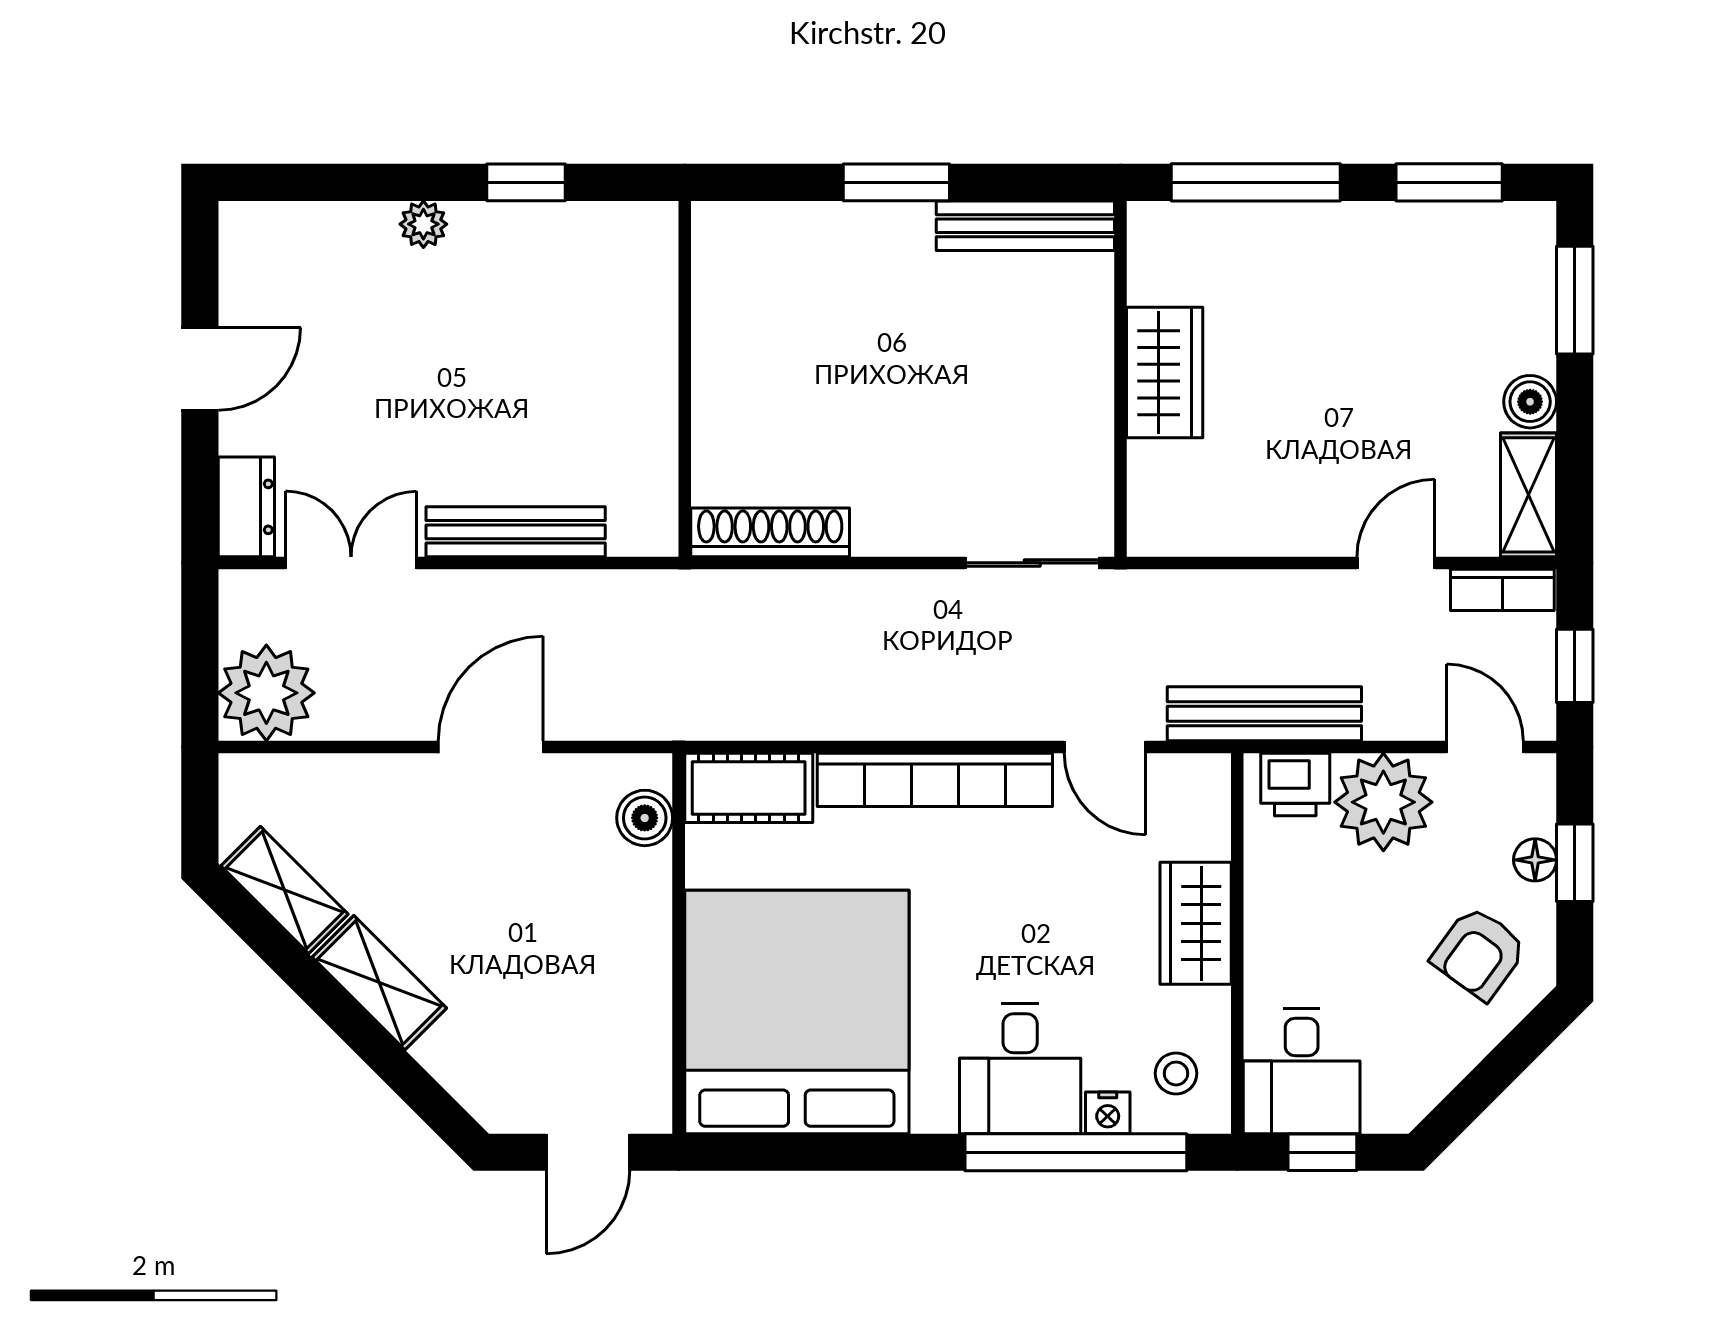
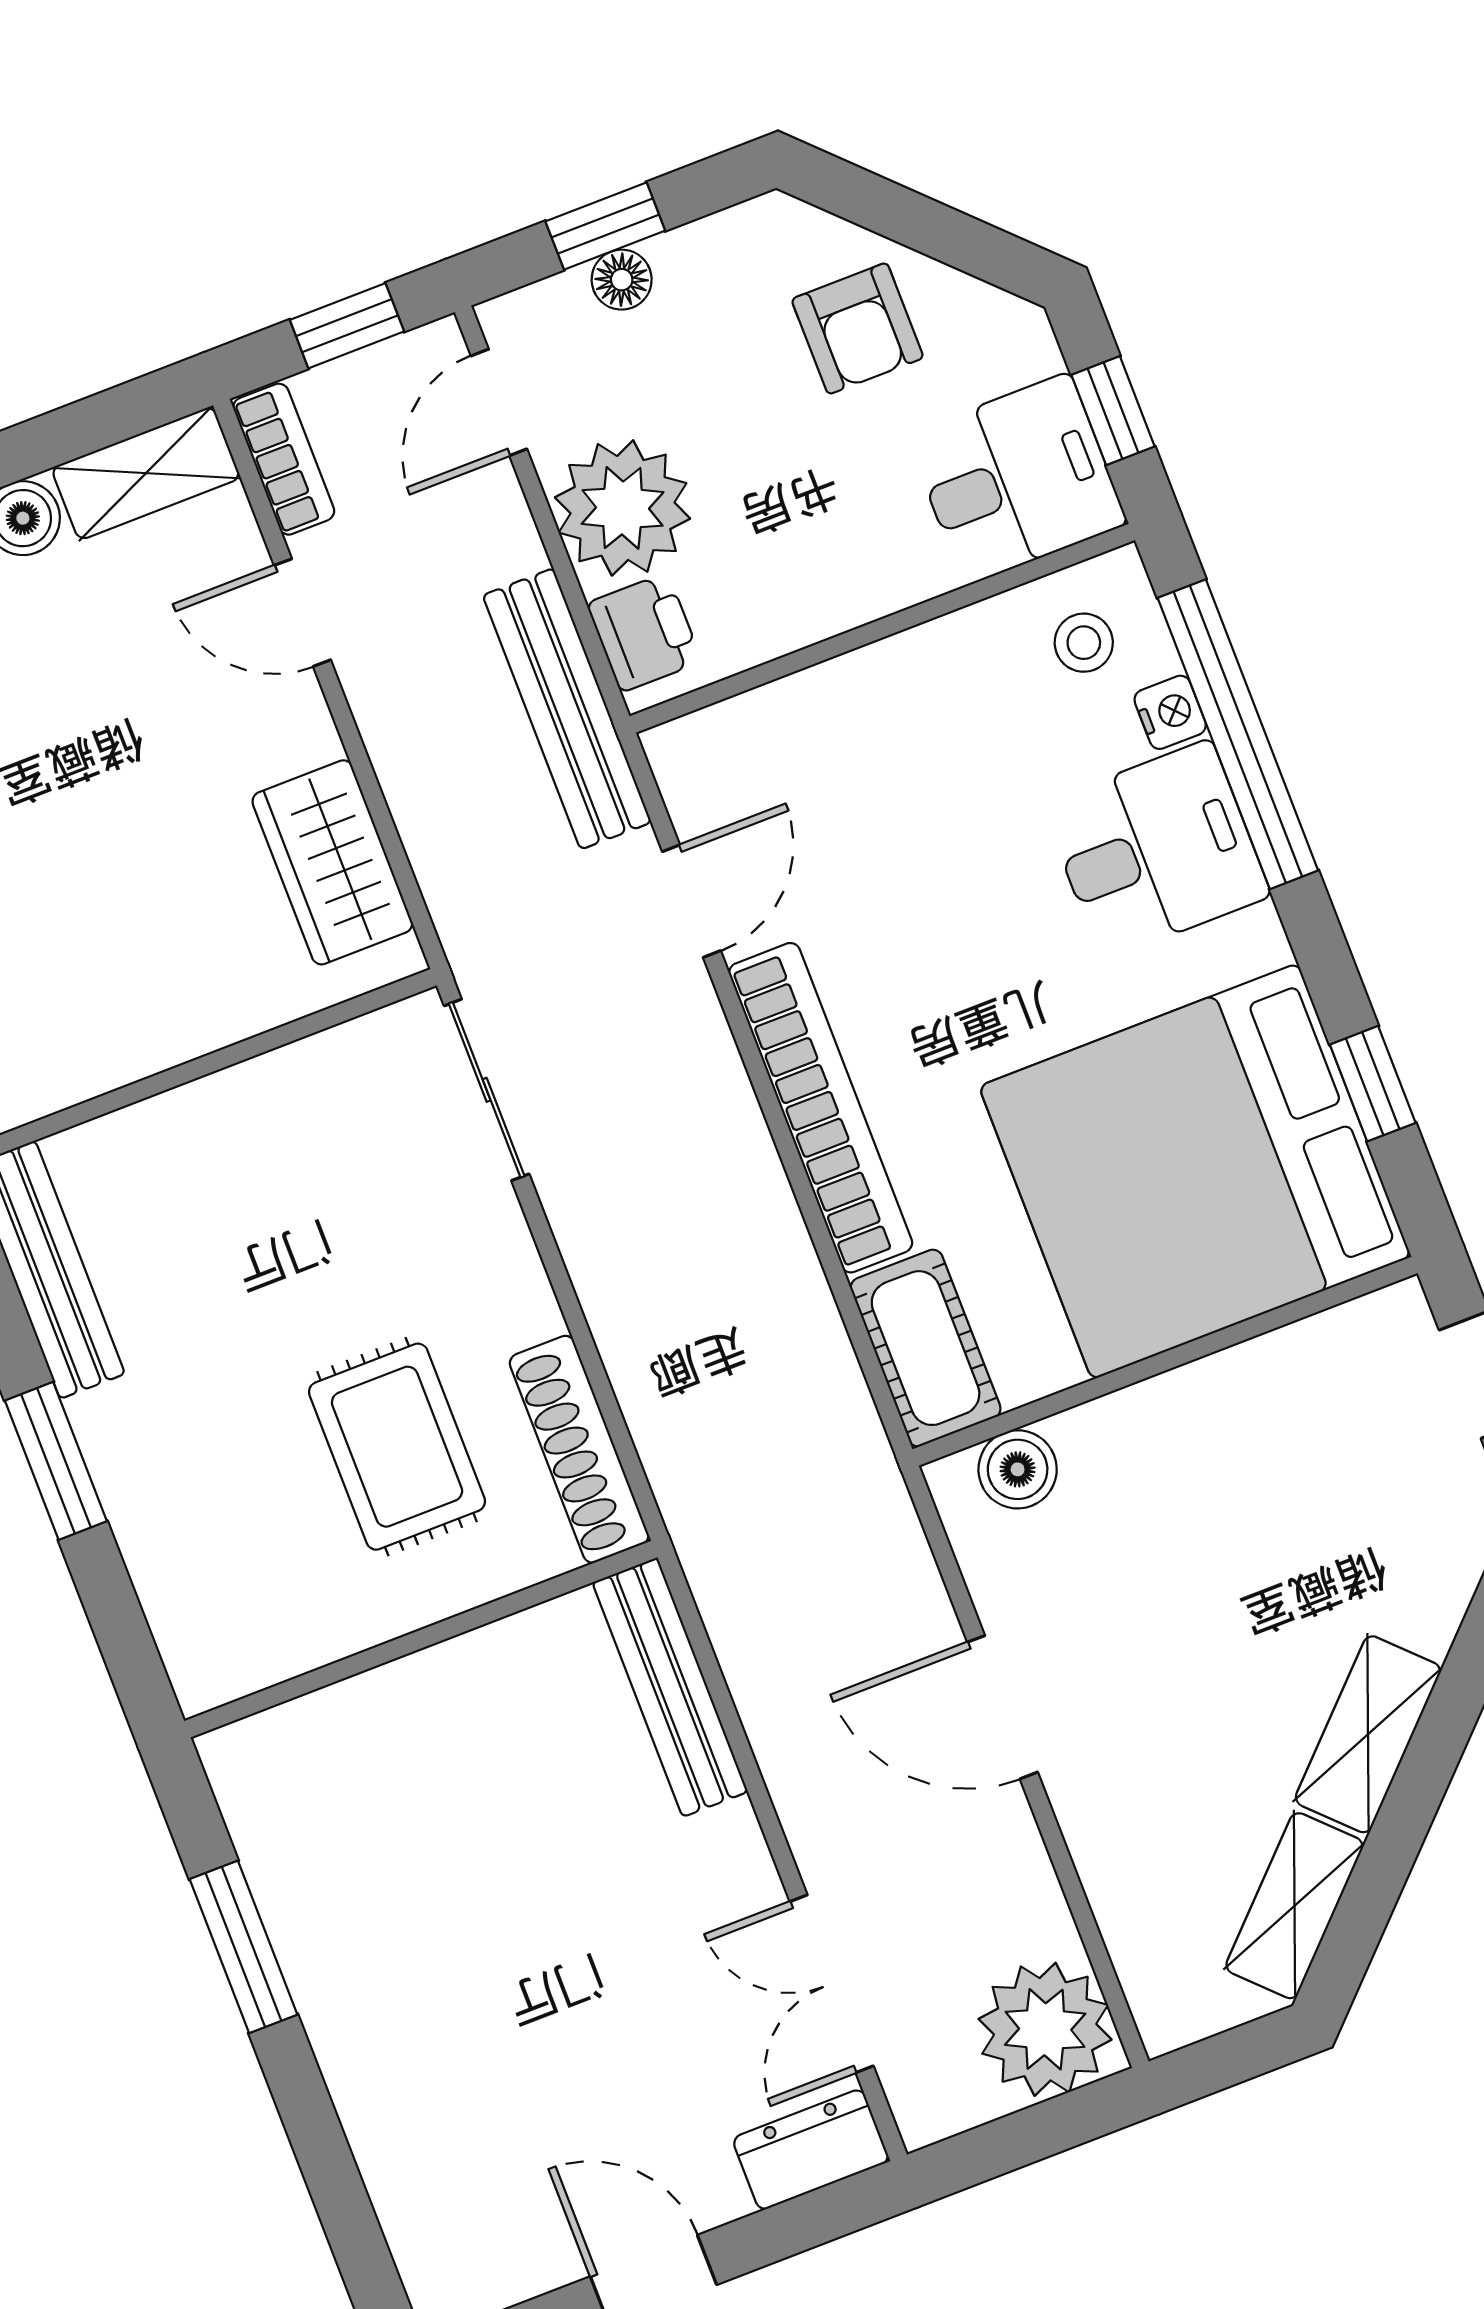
window: (526, 182) -> (244, 1947), width x1.50
plant: (423, 224) -> (350, 2060), removed
wardrobe: (1165, 373) -> (332, 862), moved, turned -90
rug: (819, 412) -> (397, 1447), added
bench: (516, 532) -> (670, 1687), moved
wardrobe: (1196, 923) -> (877, 693), removed
armchair: (1479, 953) -> (858, 328), moved, turned 54
window: (810, 1152) -> (1373, 1084), added

